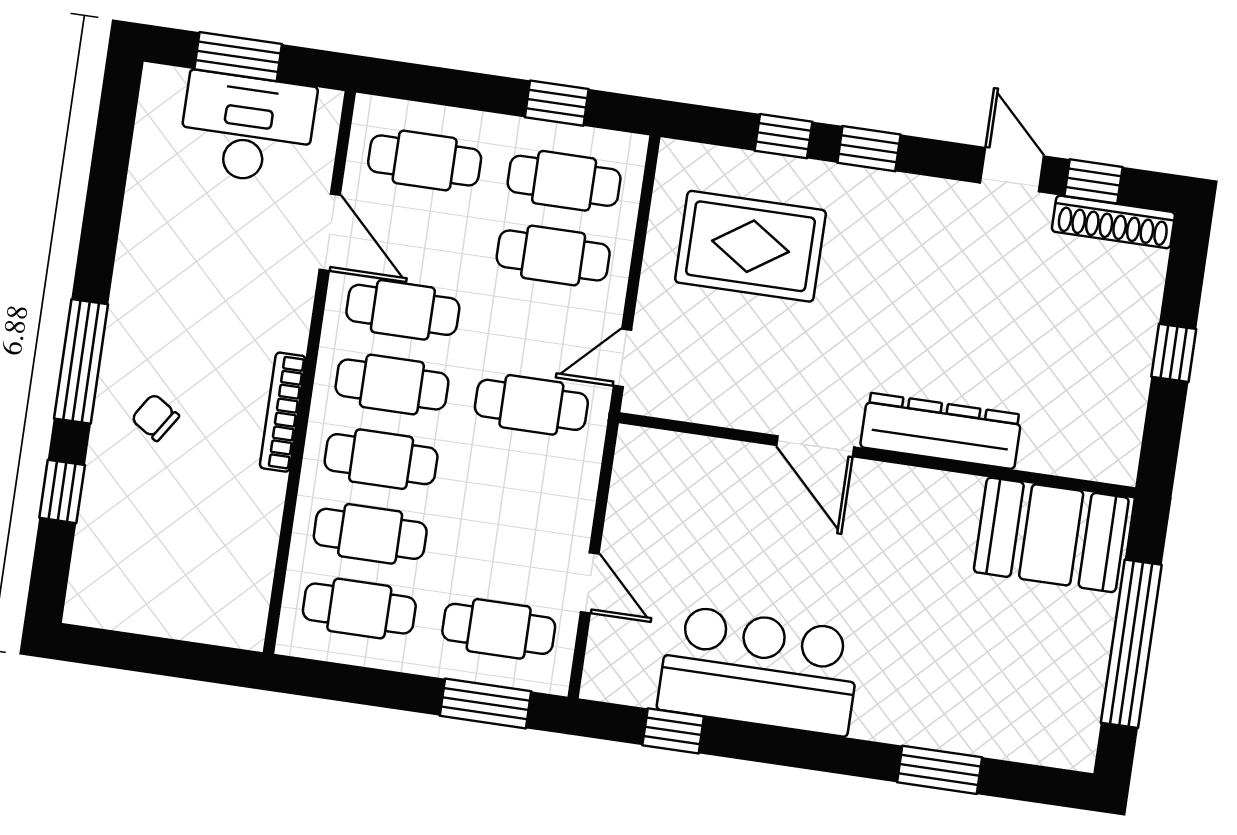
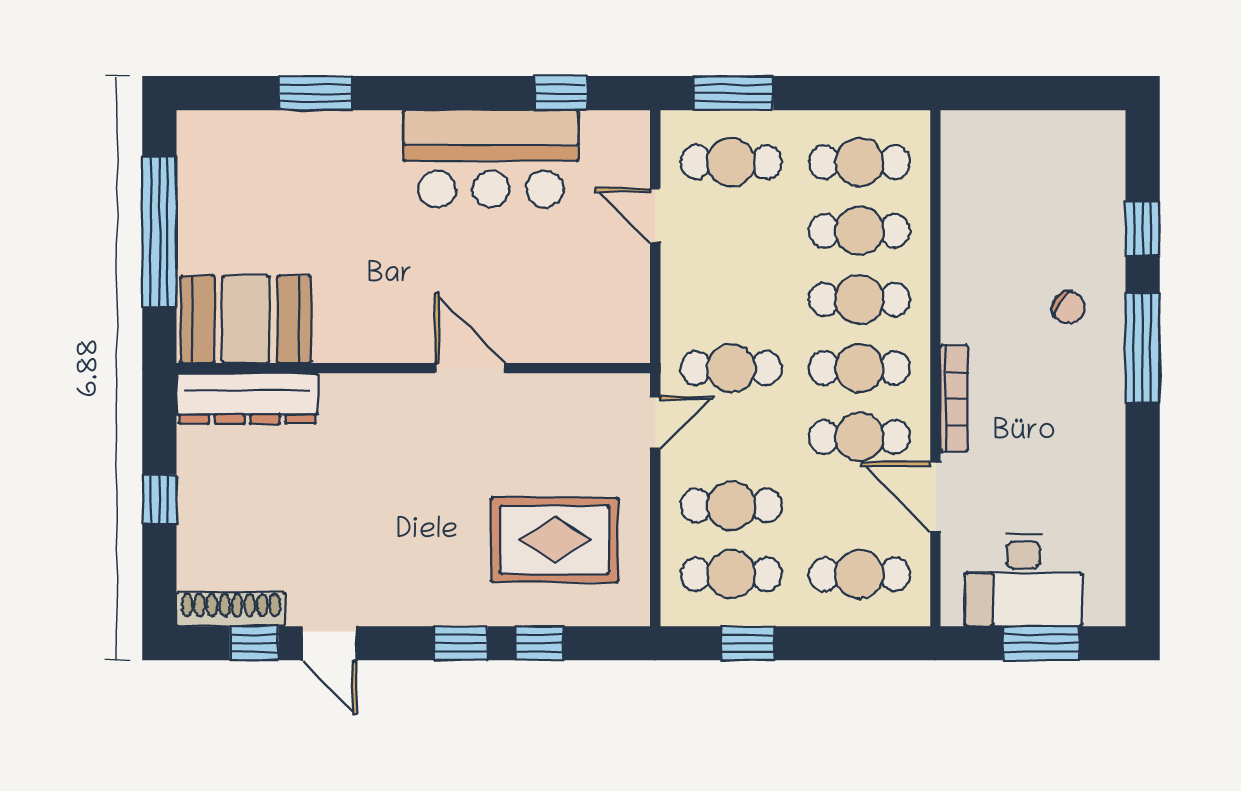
bookcase: (283, 412) -> (954, 399), moved
dresser: (941, 431) -> (247, 399), moved

